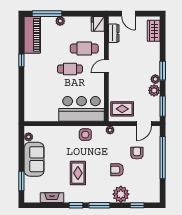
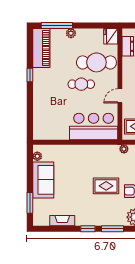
cafe table: (84, 49) -> (96, 62), width x1.37, depth x1.35
door: (106, 66) -> (120, 96), moved
side table: (85, 135) -> (98, 154), removed
rug: (78, 173) -> (106, 186), moved, turned 90

